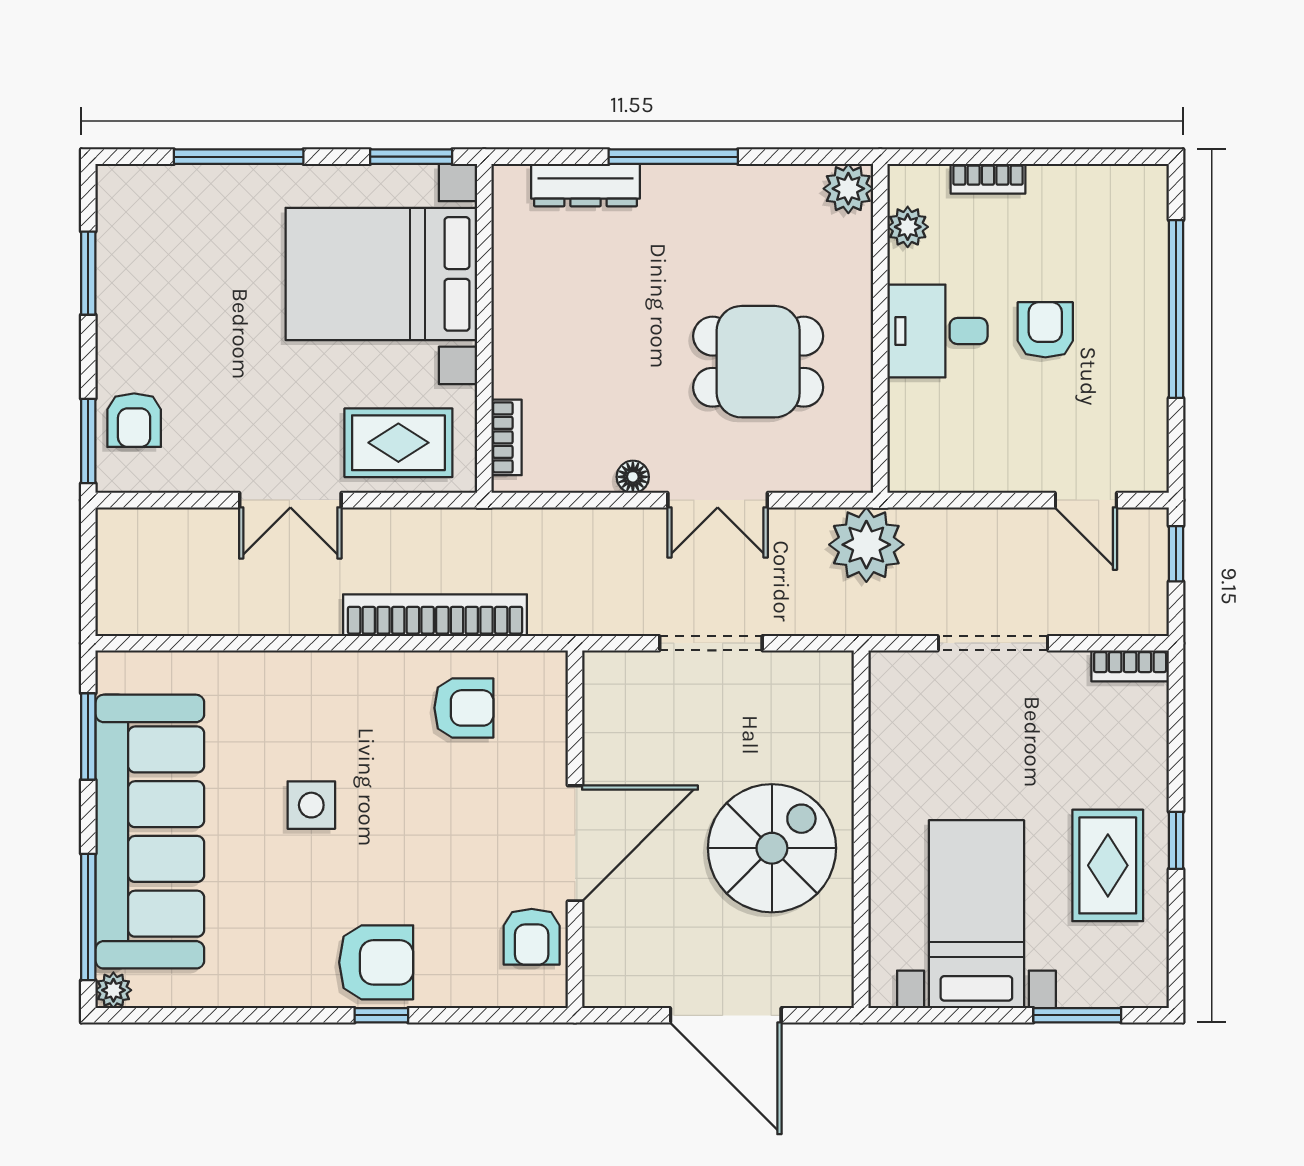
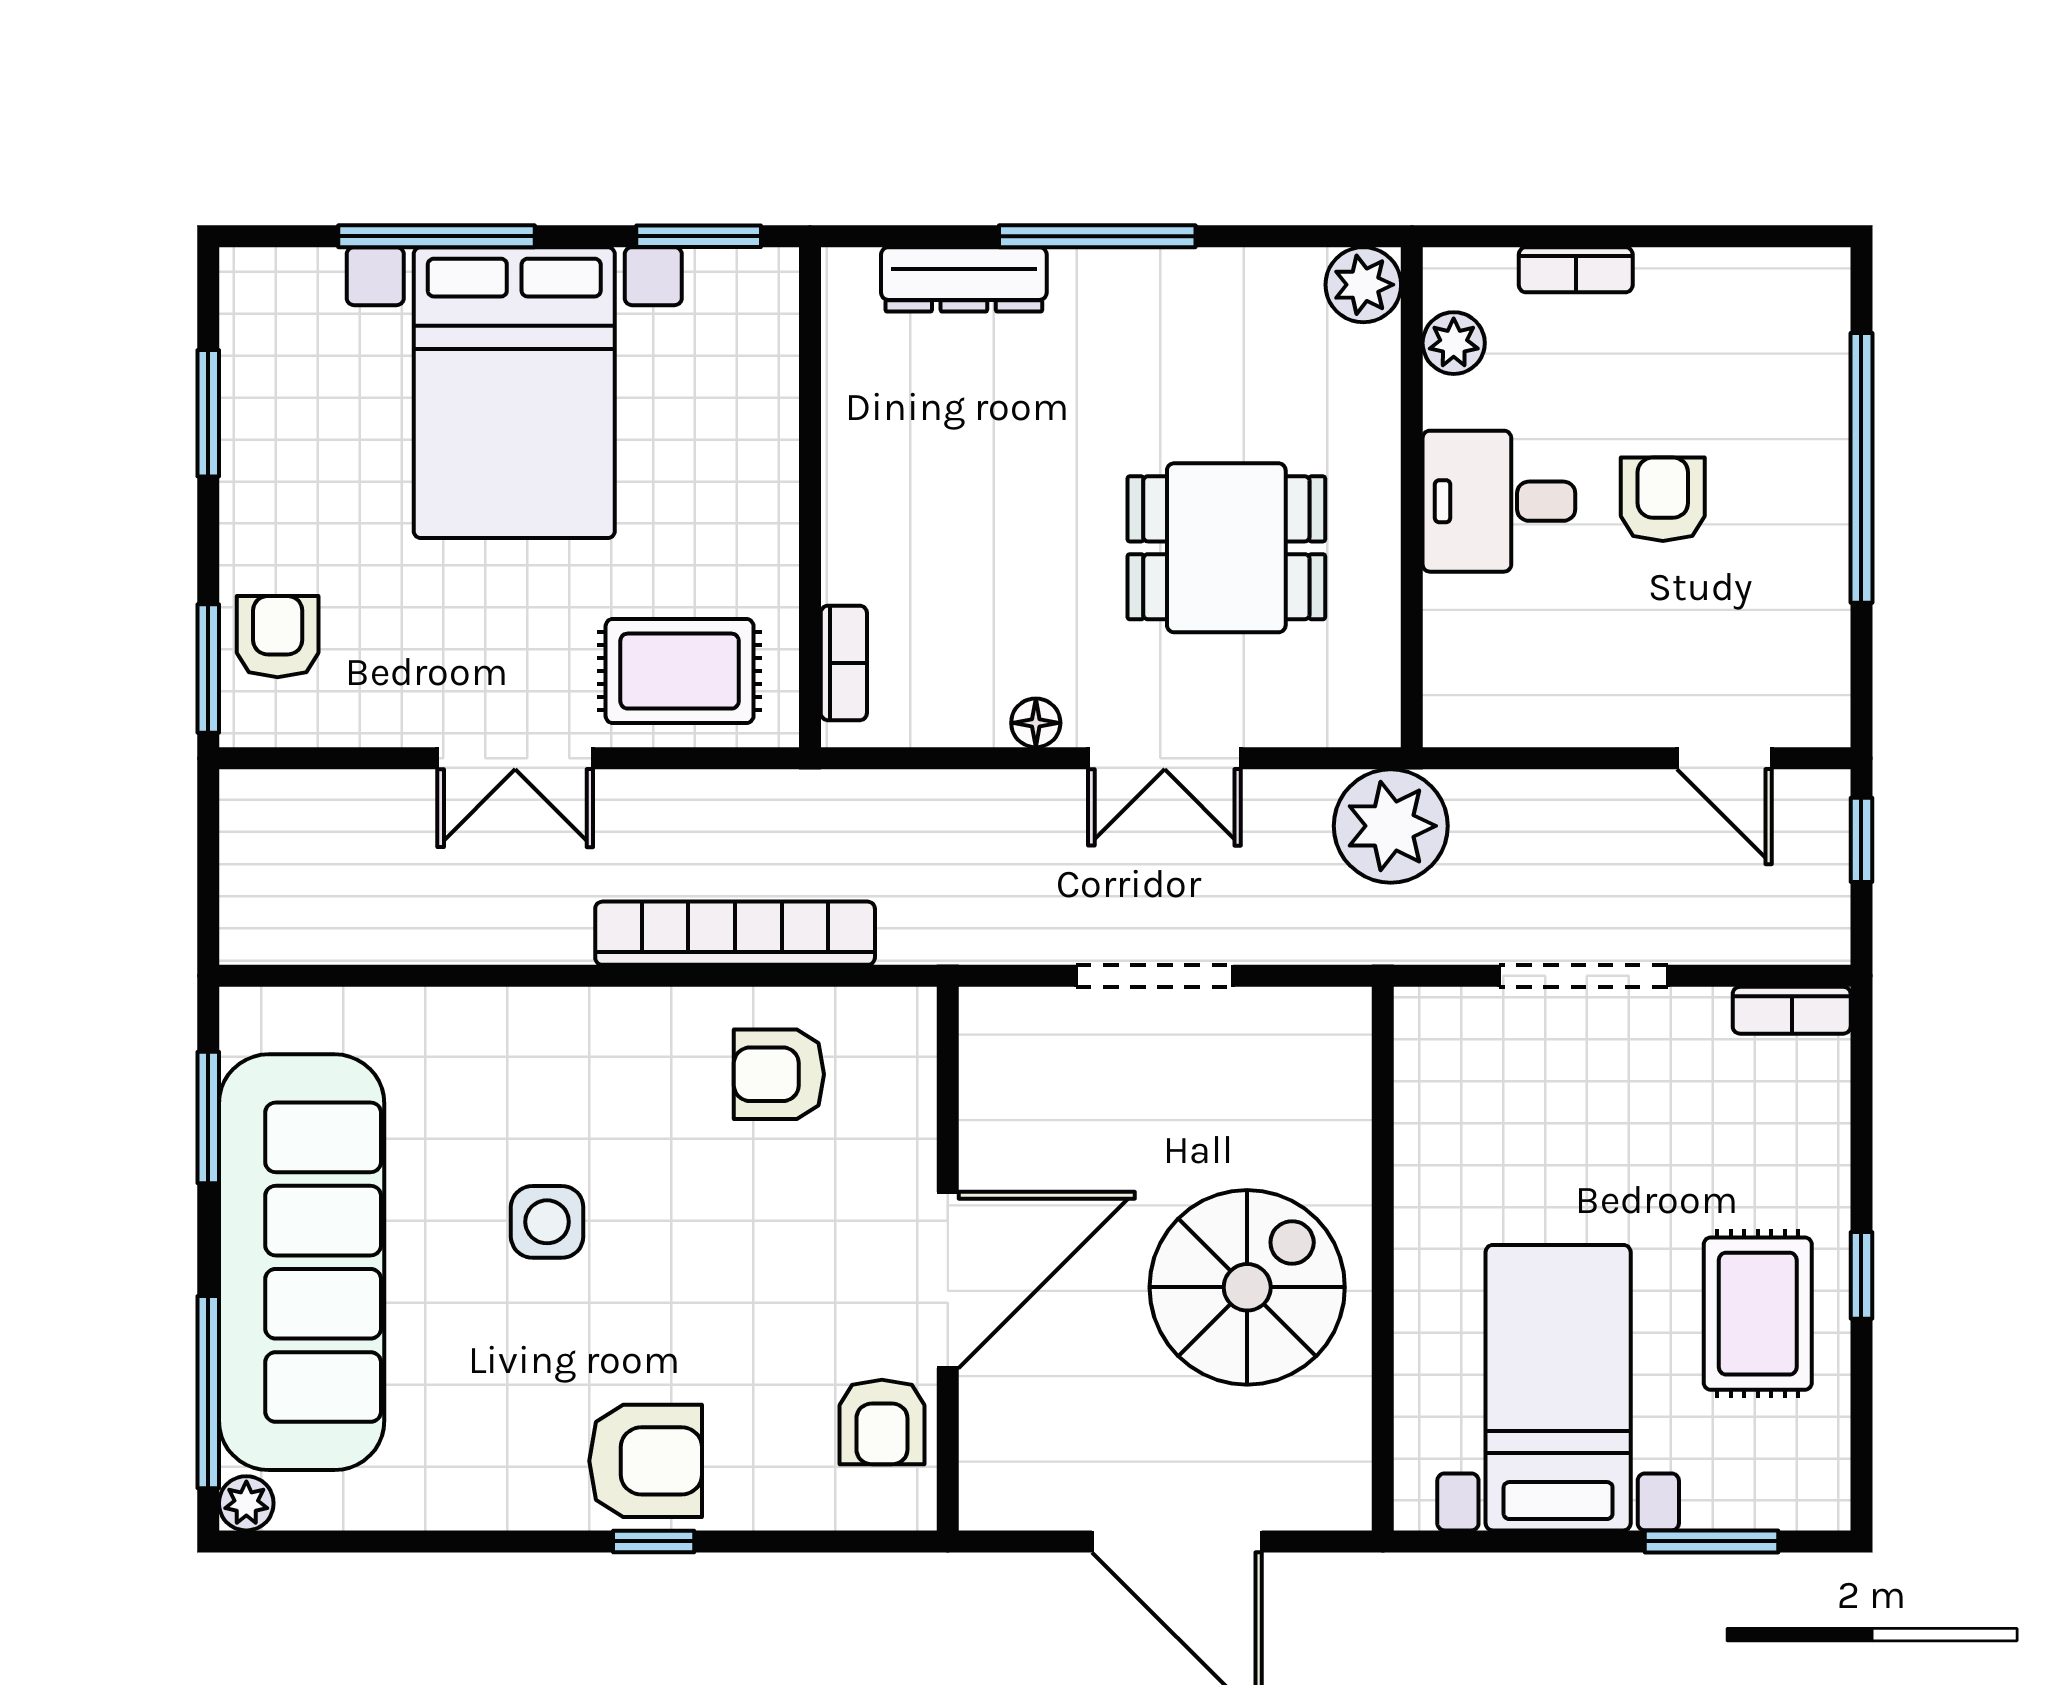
bed with nightstands: (381, 274) -> (514, 393), moved, turned -90
armchair: (134, 420) -> (278, 637), turned 180
armchair: (464, 708) -> (779, 1074), turned 180

